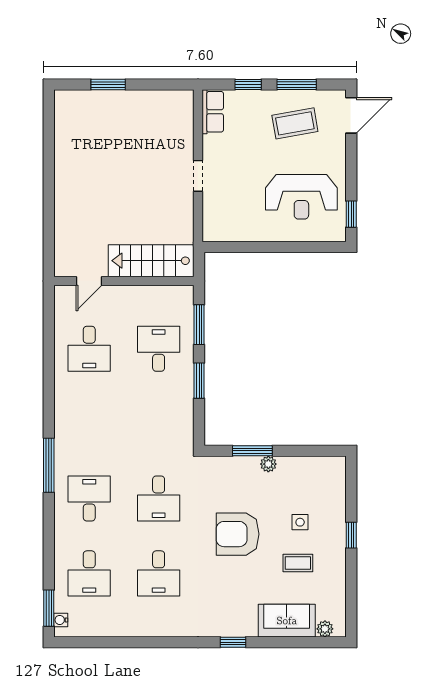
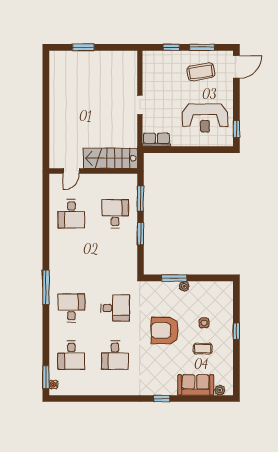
row of seats: (213, 112) -> (156, 140), moved, turned -90
desk: (159, 498) -> (115, 308), turned -90

